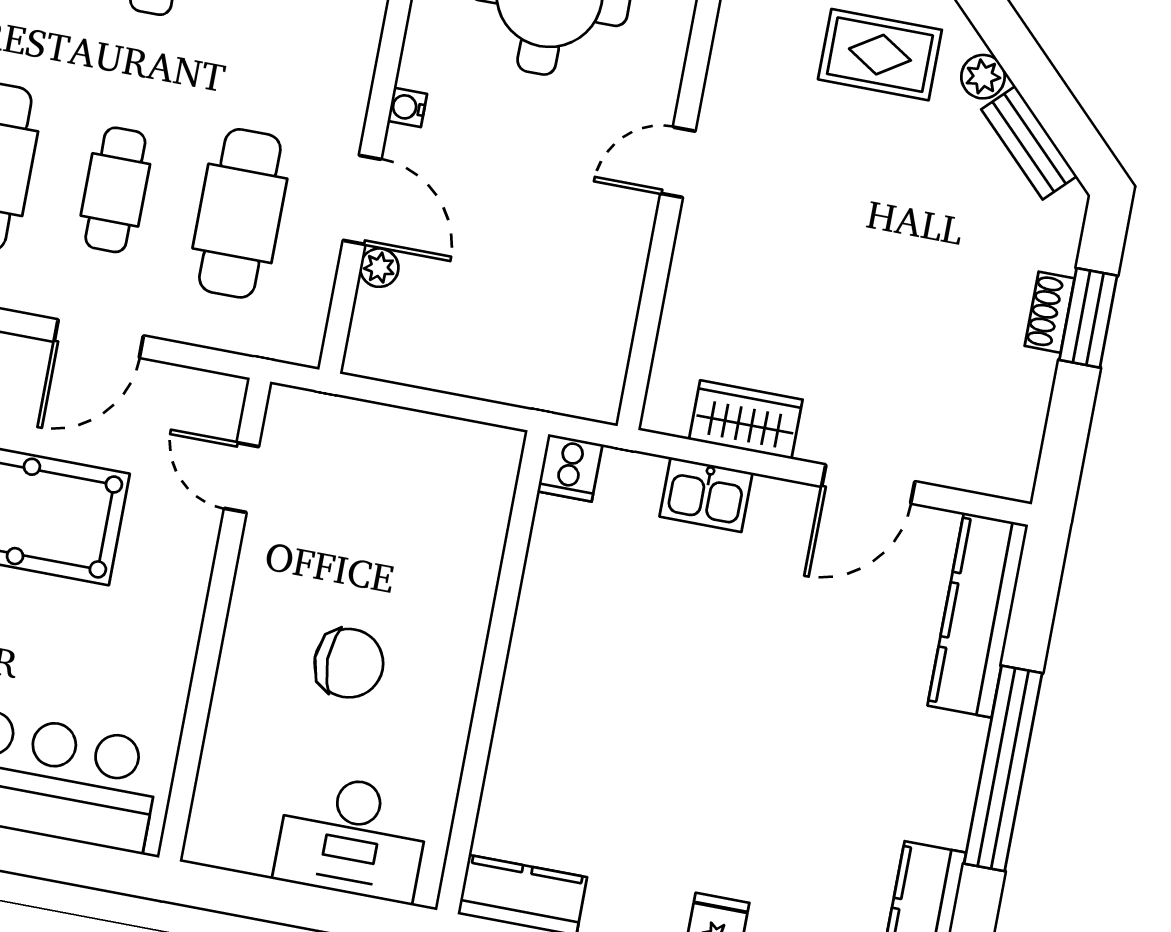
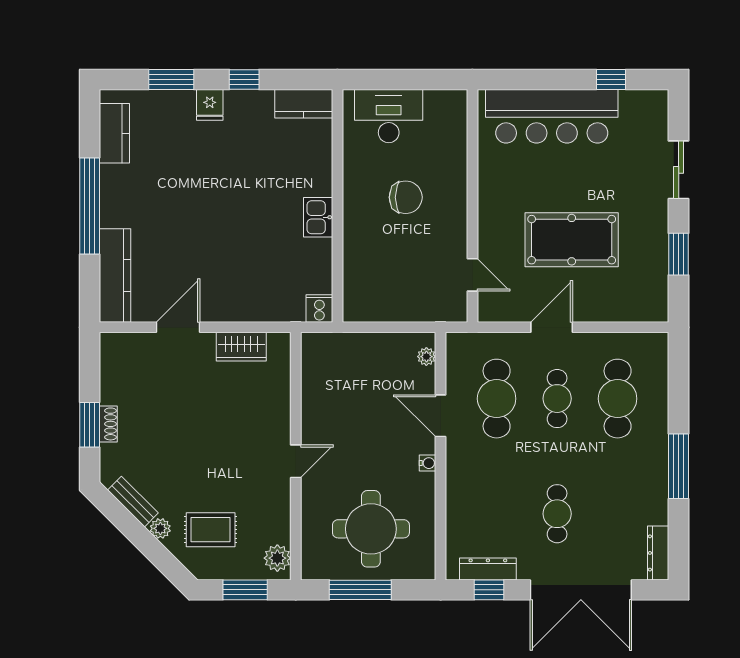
plant: (379, 268) -> (426, 357), moved
kitchen sink: (706, 495) -> (318, 217), moved, turned -90
chair: (349, 663) -> (406, 197), turned 180

